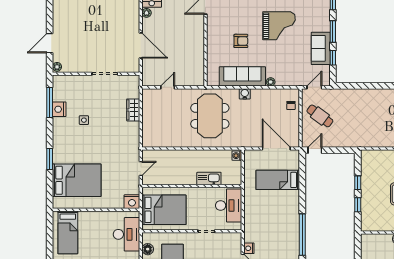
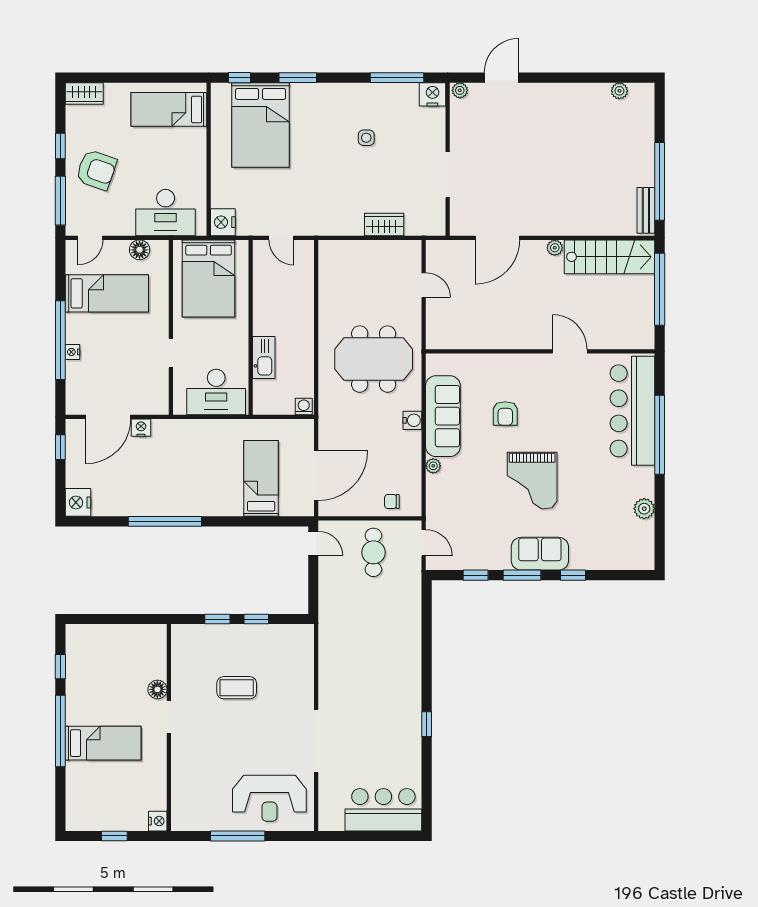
door: (50, 43) -> (501, 78), hinge flipped
sofa: (321, 48) -> (540, 554), moved
nightstand: (59, 109) -> (432, 94), moved
cafe table: (320, 116) -> (373, 552), turned -37
window: (50, 192) -> (239, 78), added

